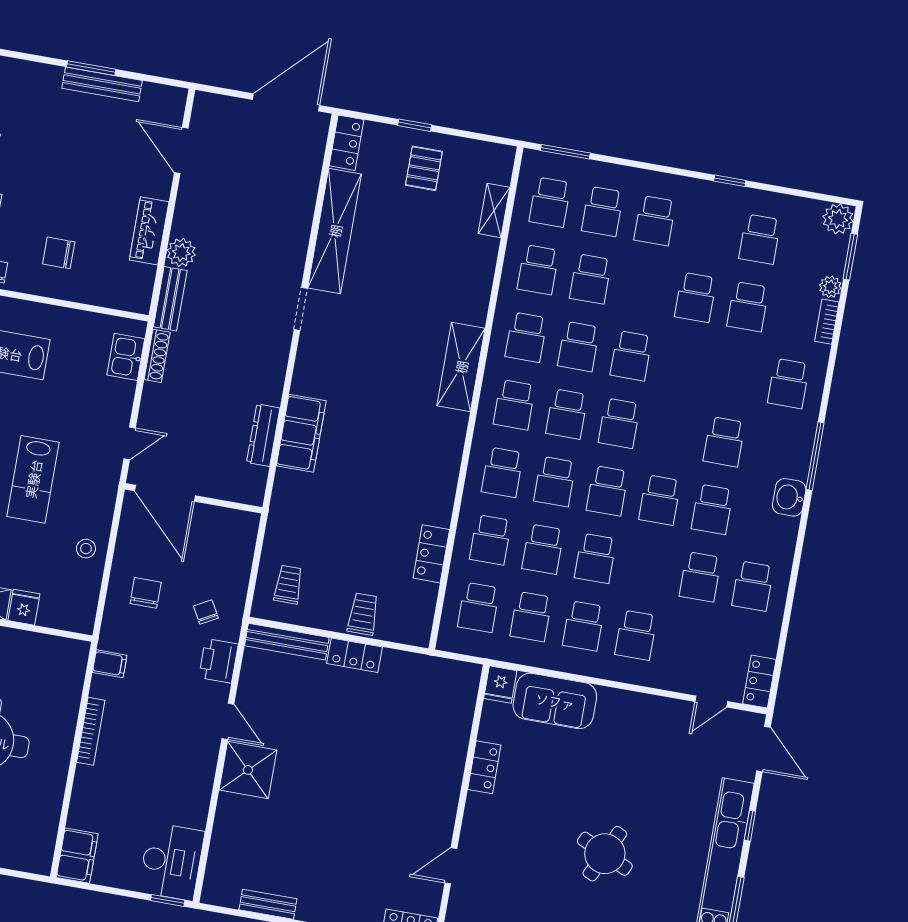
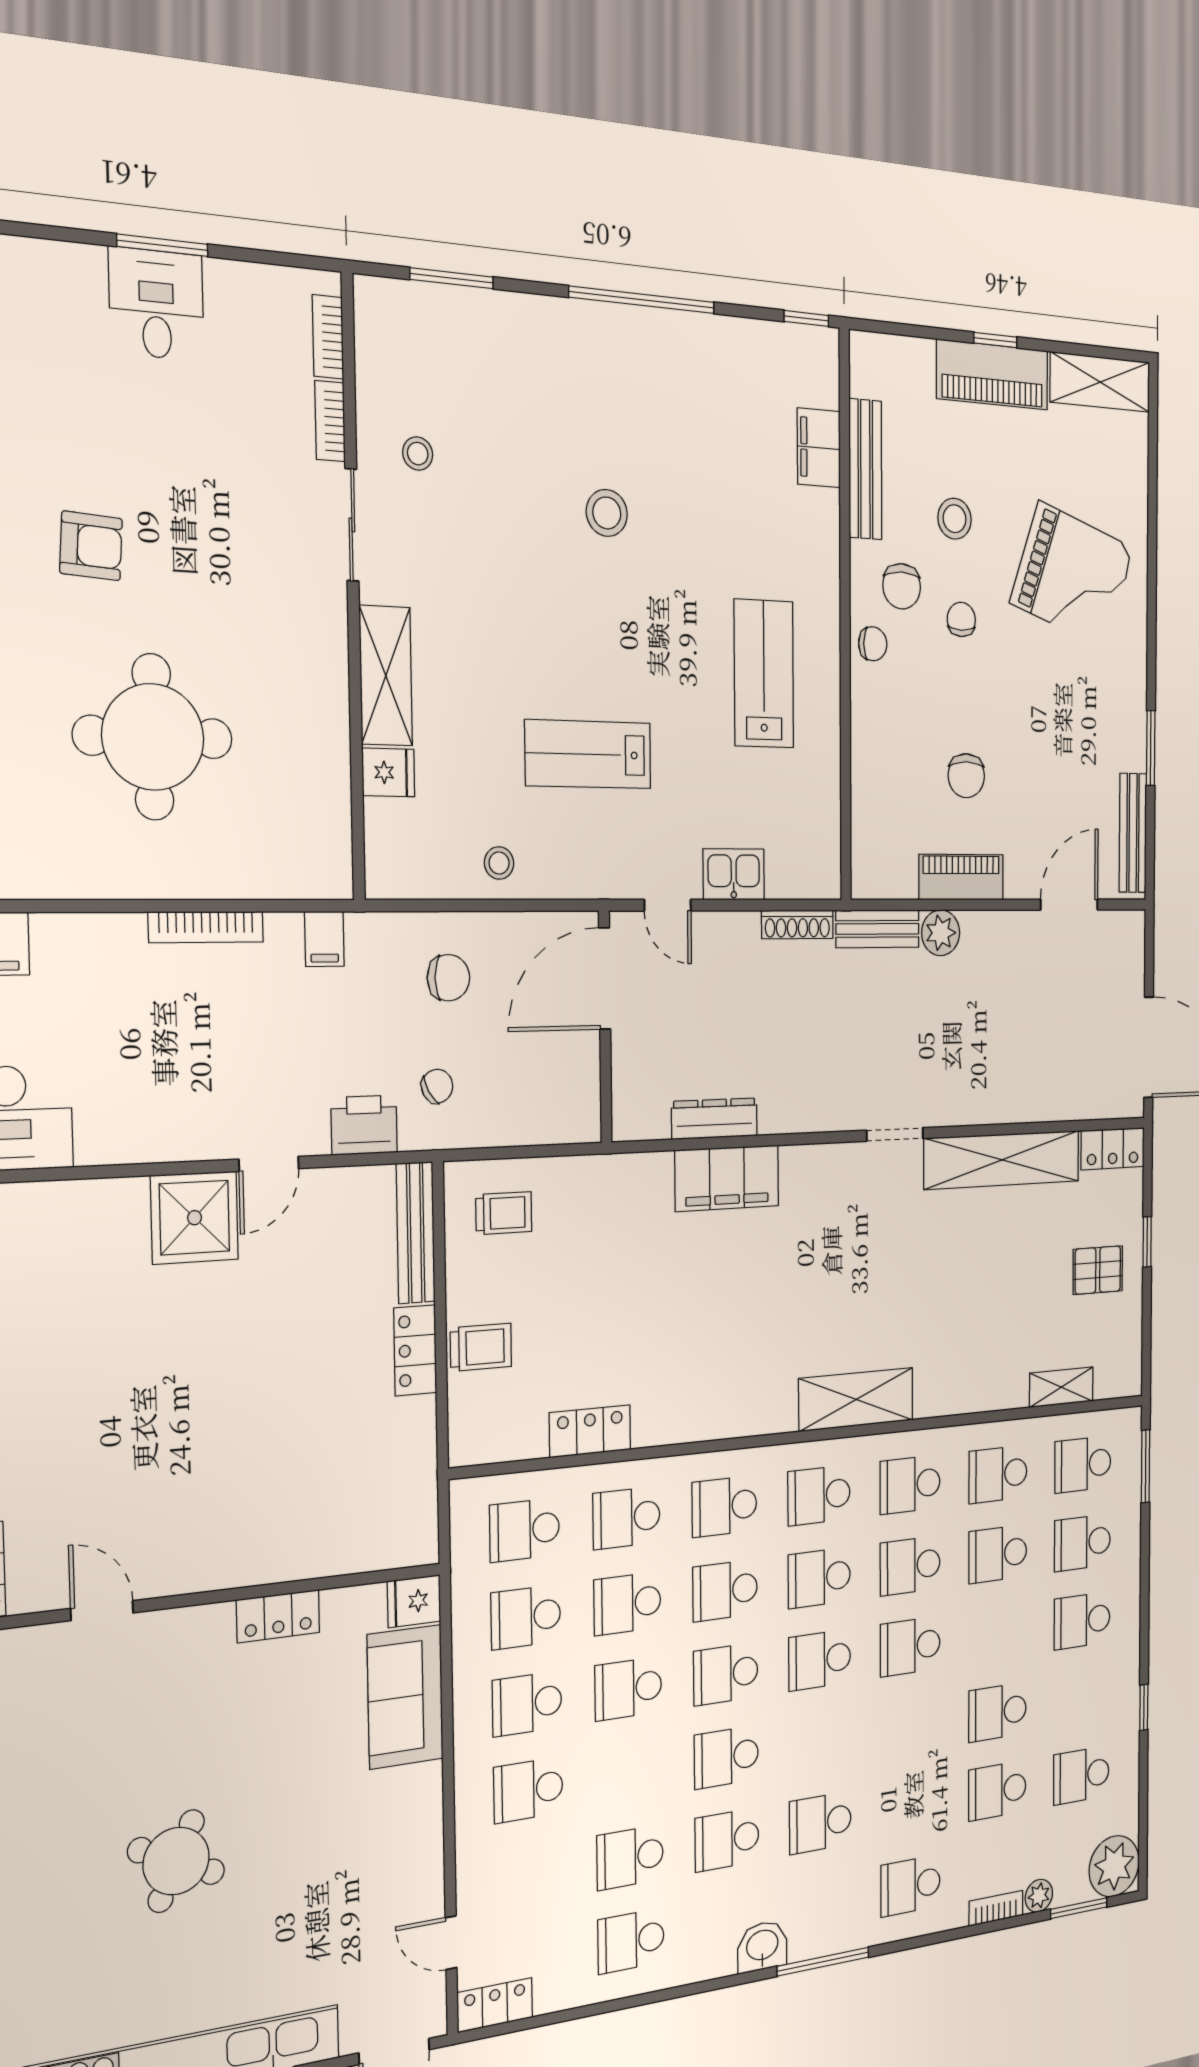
bench: (102, 84) -> (1133, 833), moved
plant: (838, 219) -> (1114, 1866), width x1.36, depth x1.36
chair: (59, 253) -> (966, 776), moved, turned 180
kitchen sink: (126, 357) -> (734, 874), moved

